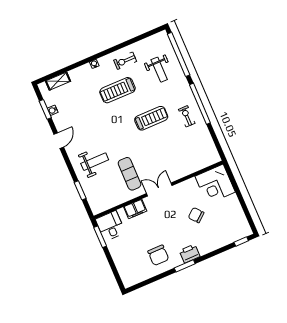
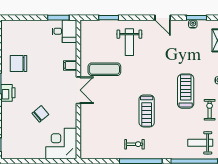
weight bench: (159, 70) -> (200, 143), moved
filing cabinet: (135, 209) -> (70, 65), width x0.50

